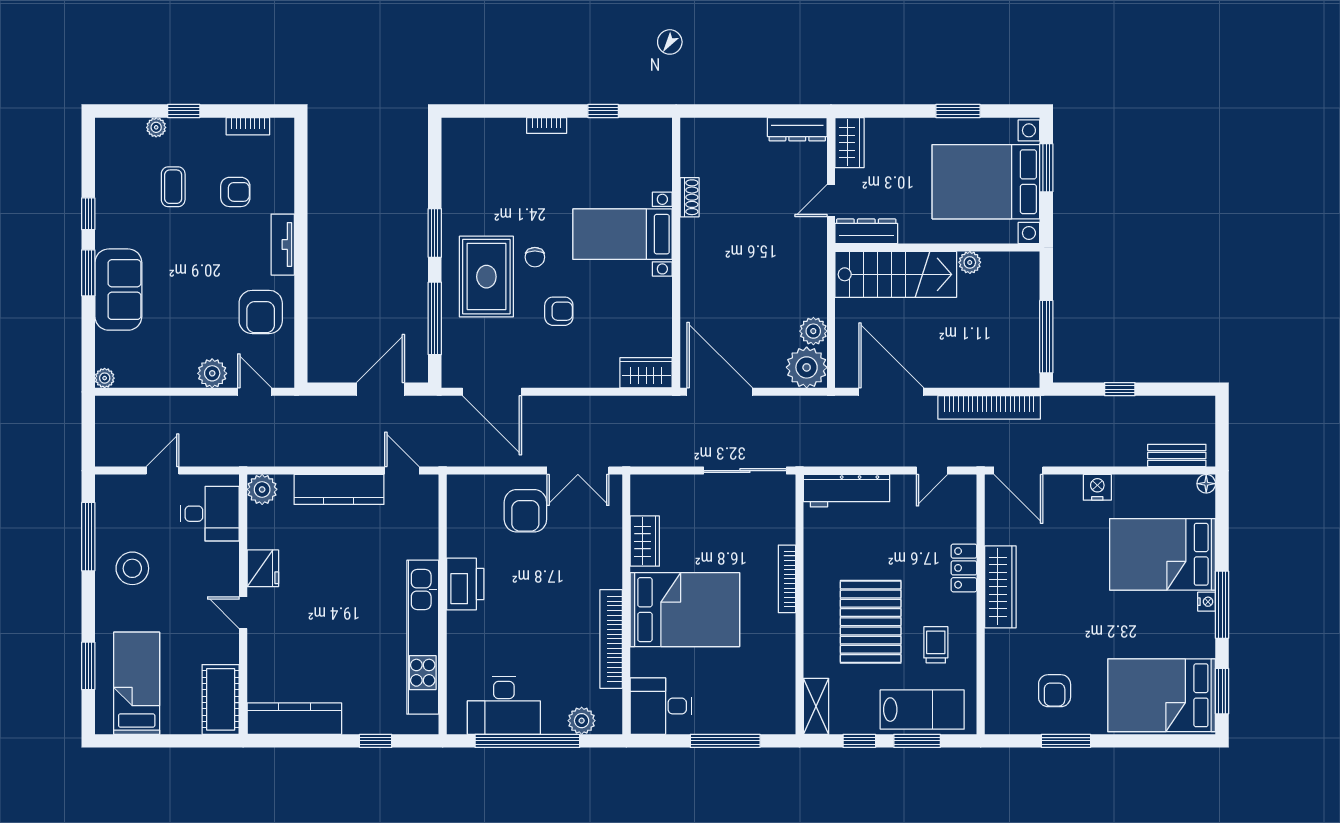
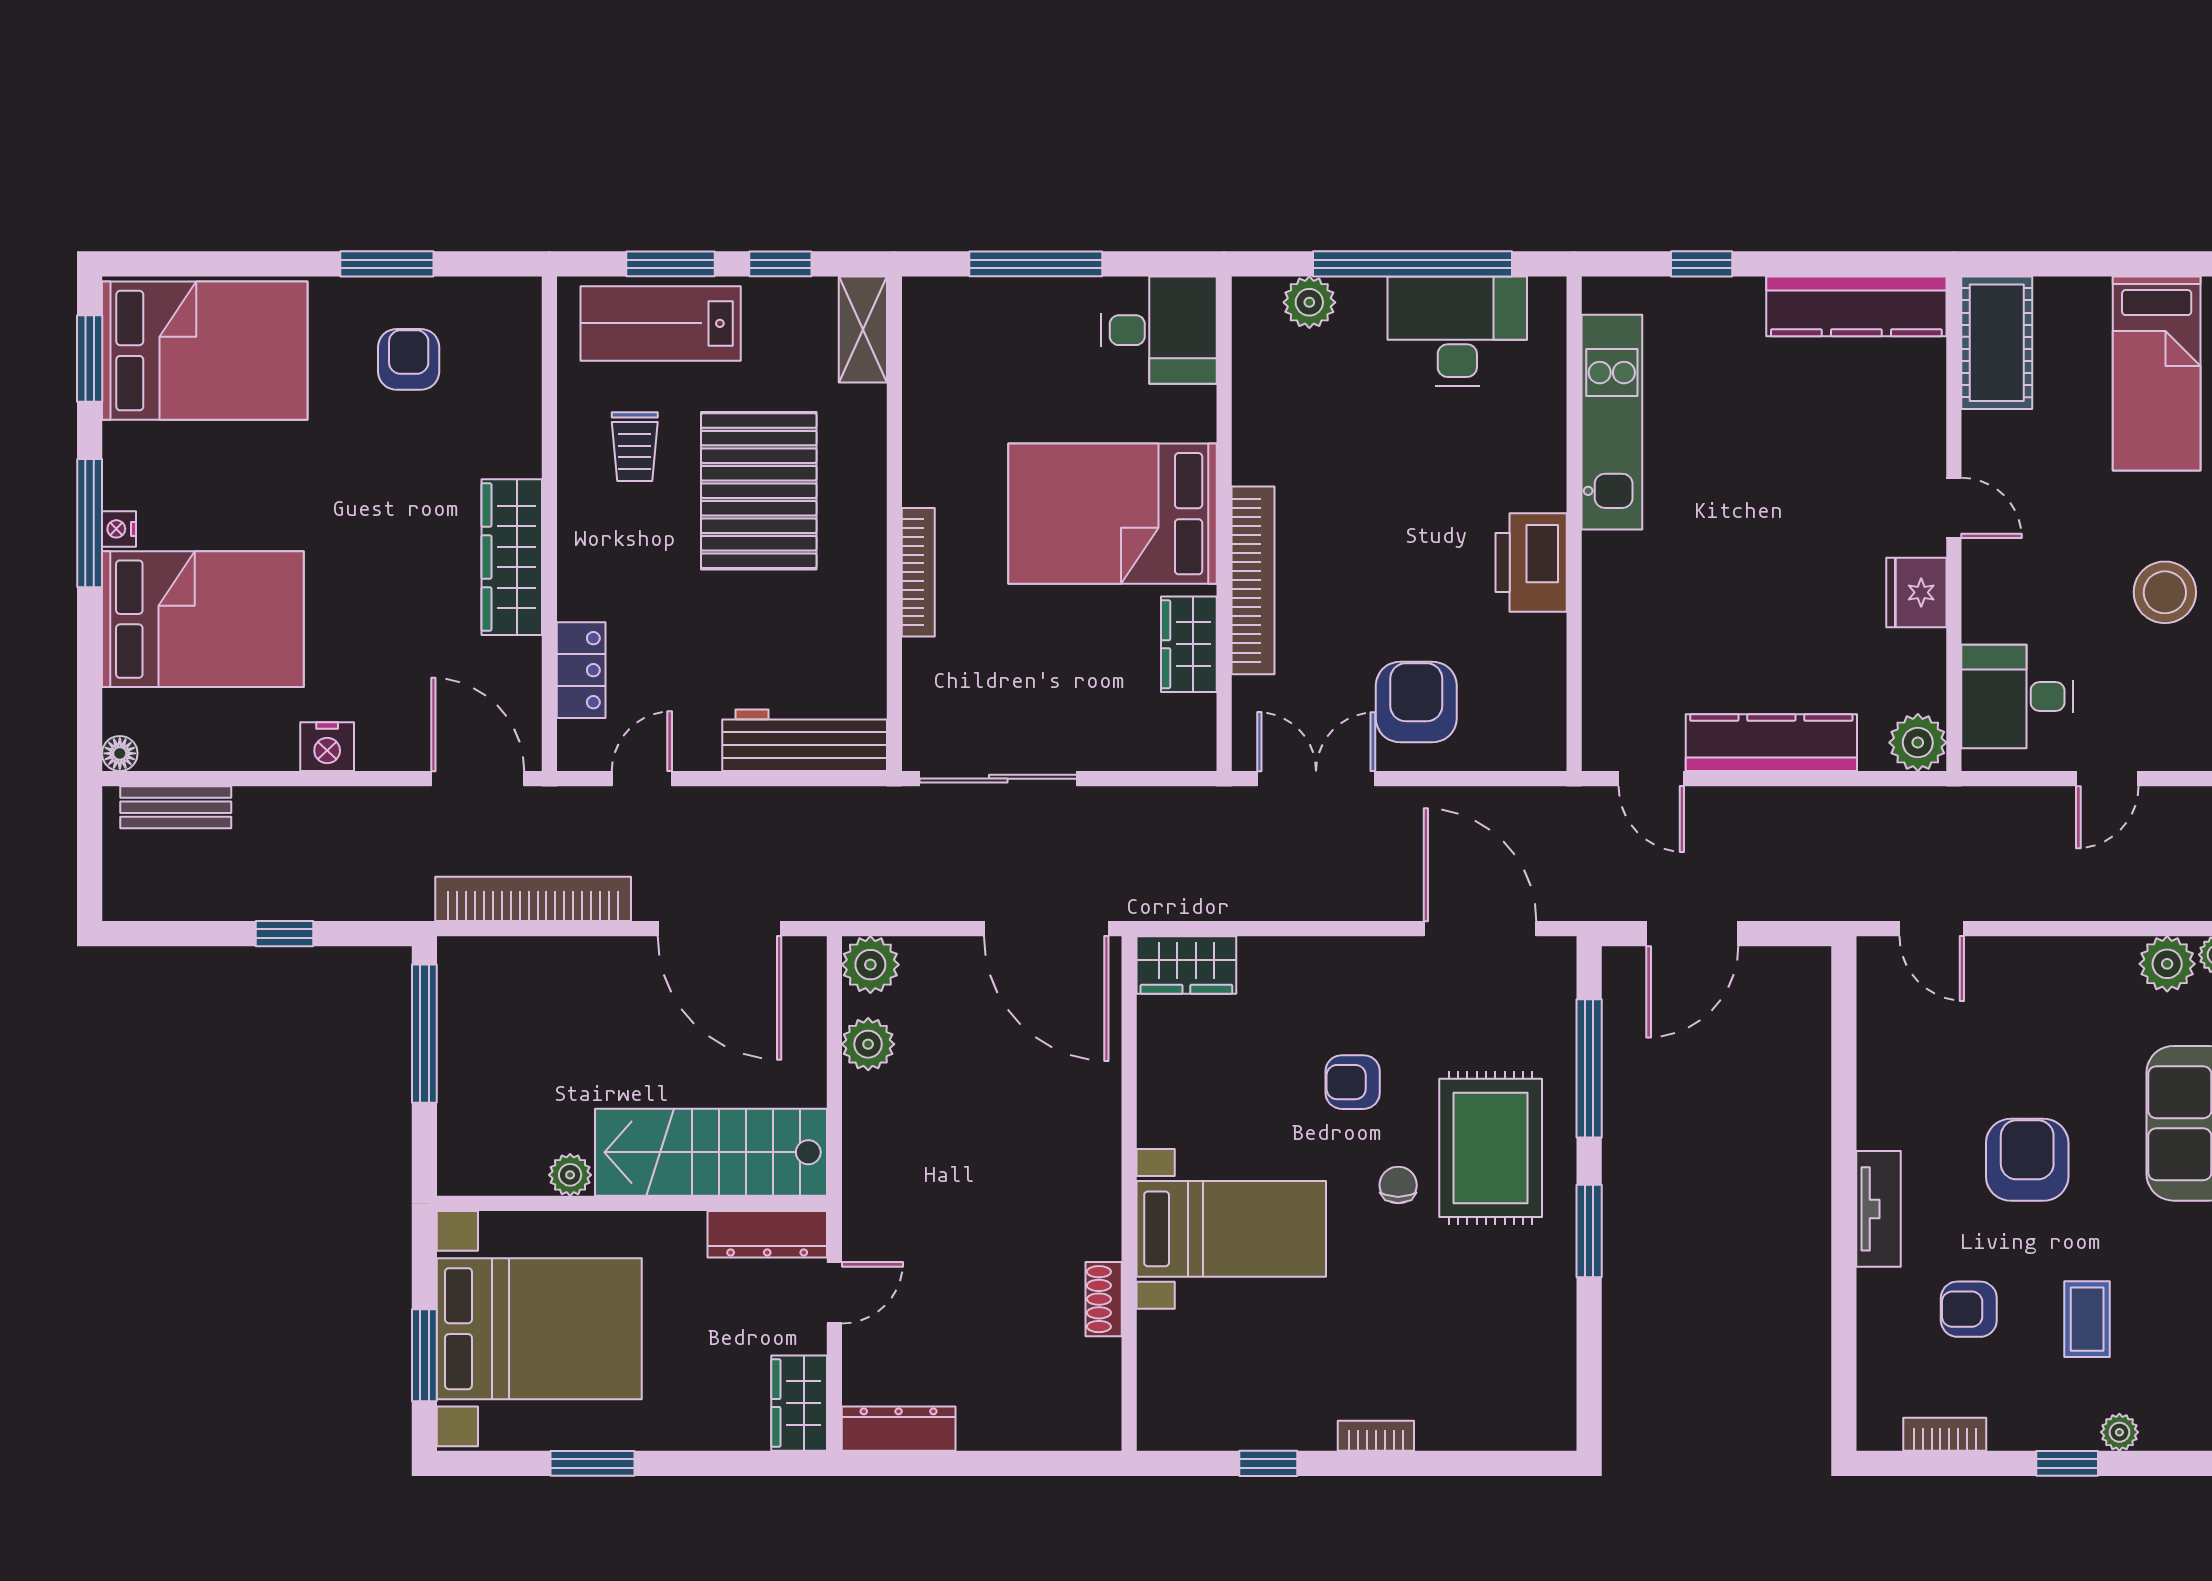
armchair: (261, 312) -> (2027, 1160), moved
plant: (807, 367) -> (870, 965), width x0.73, depth x0.73
plant: (212, 373) -> (2167, 964), moved
locker: (964, 568) -> (581, 670), moved
kitchen unit: (423, 637) -> (1612, 422), width x0.73
bookcase: (611, 639) -> (1253, 580), moved

